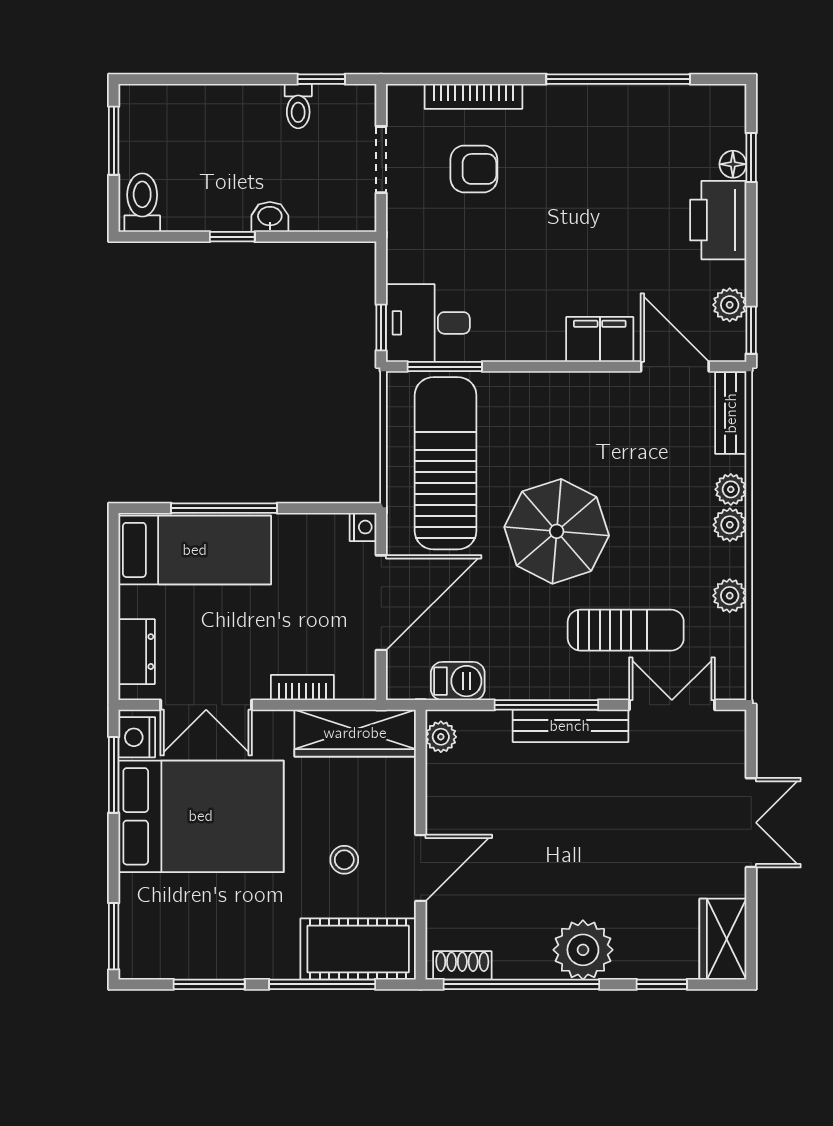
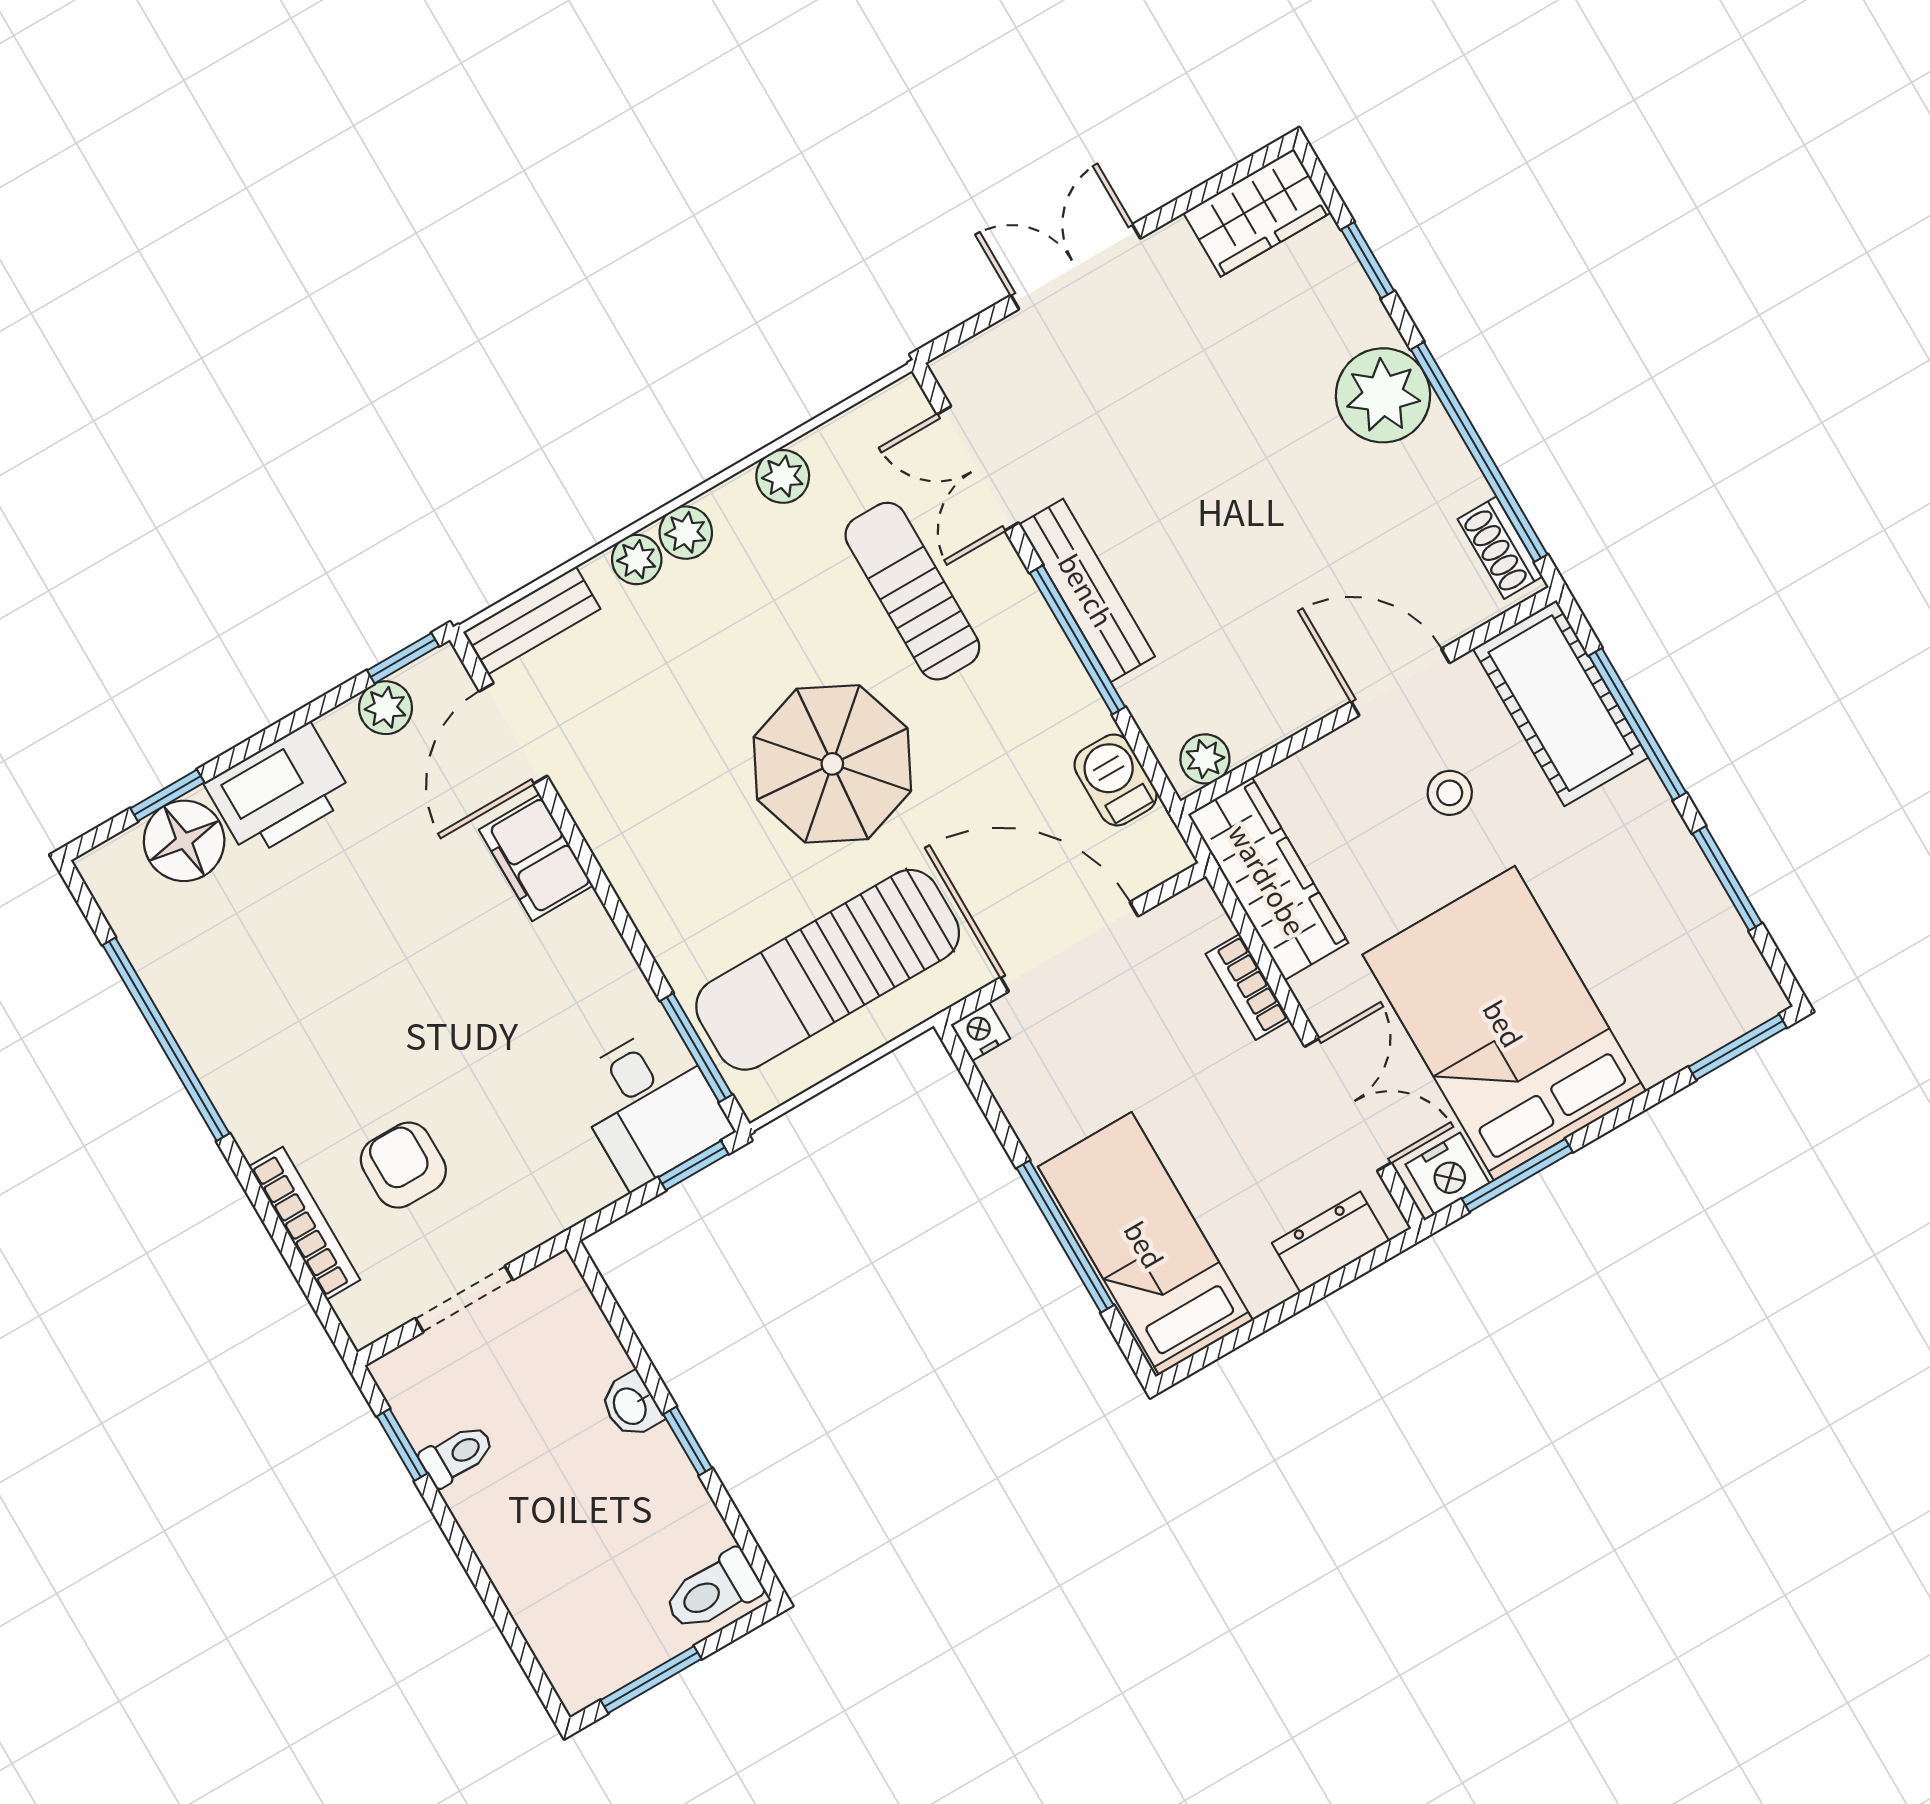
floor lamp: (733, 164) -> (184, 841), width x1.89, depth x1.89

